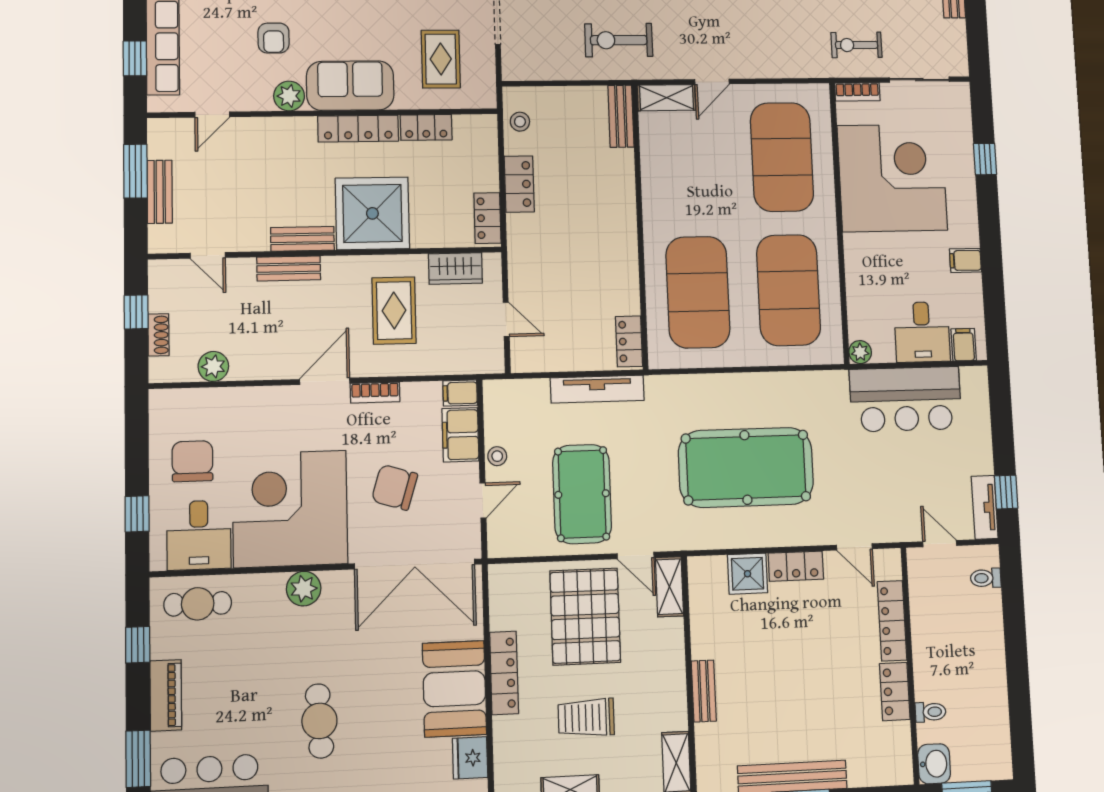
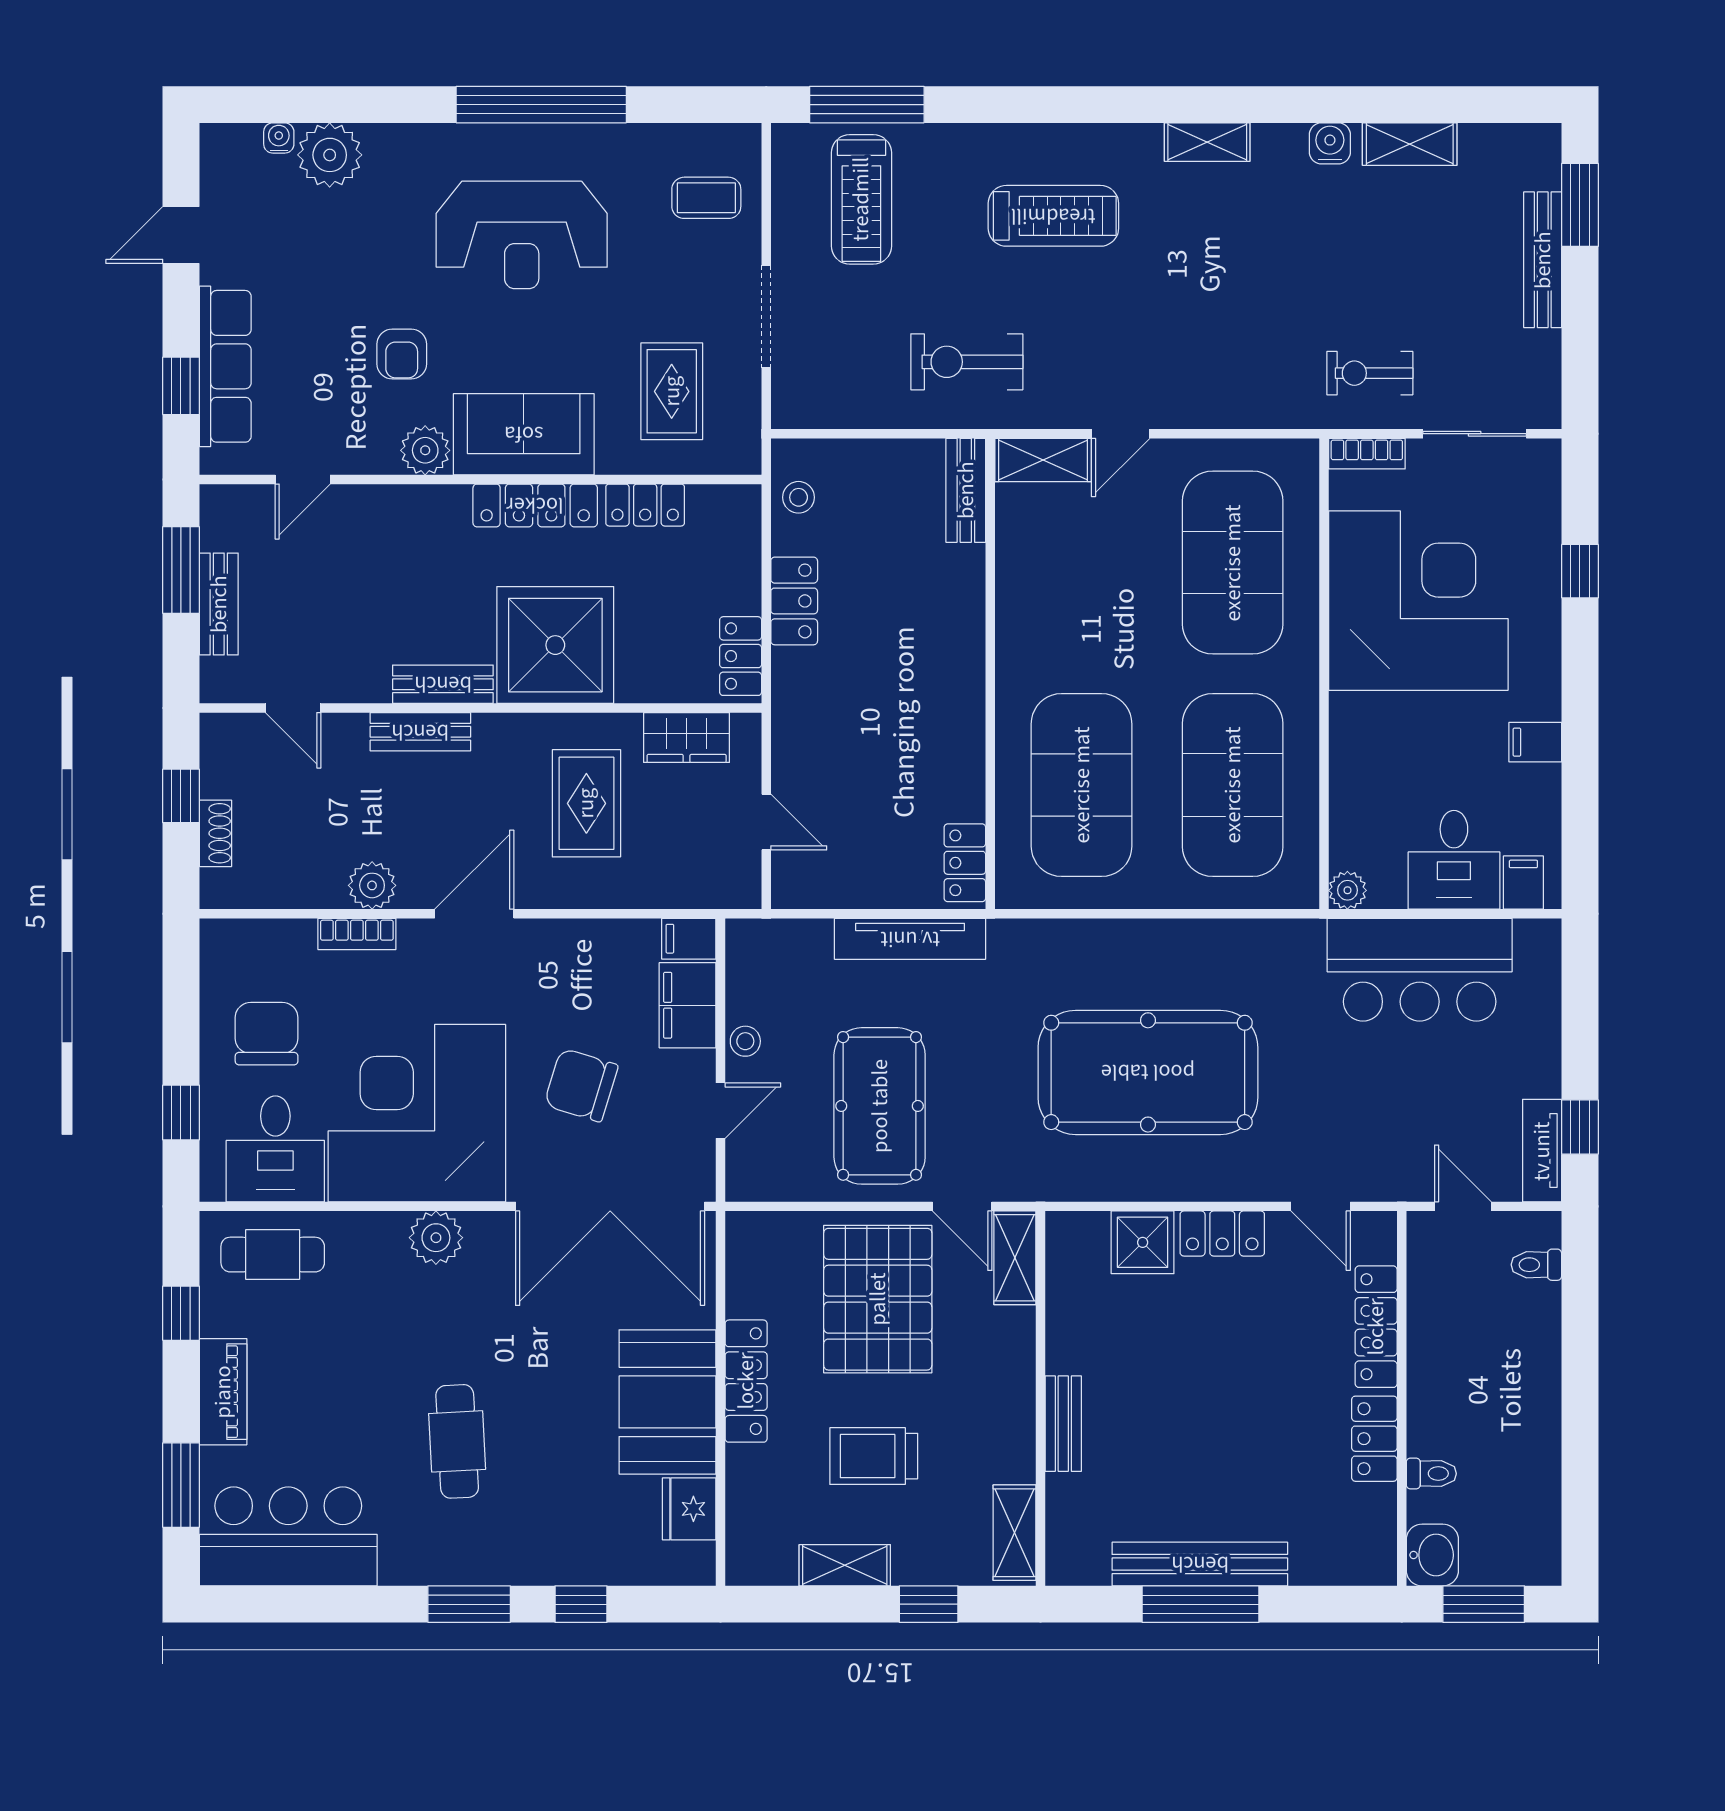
plant: (213, 366) -> (372, 885), moved
bookcase: (375, 392) -> (357, 934), moved

